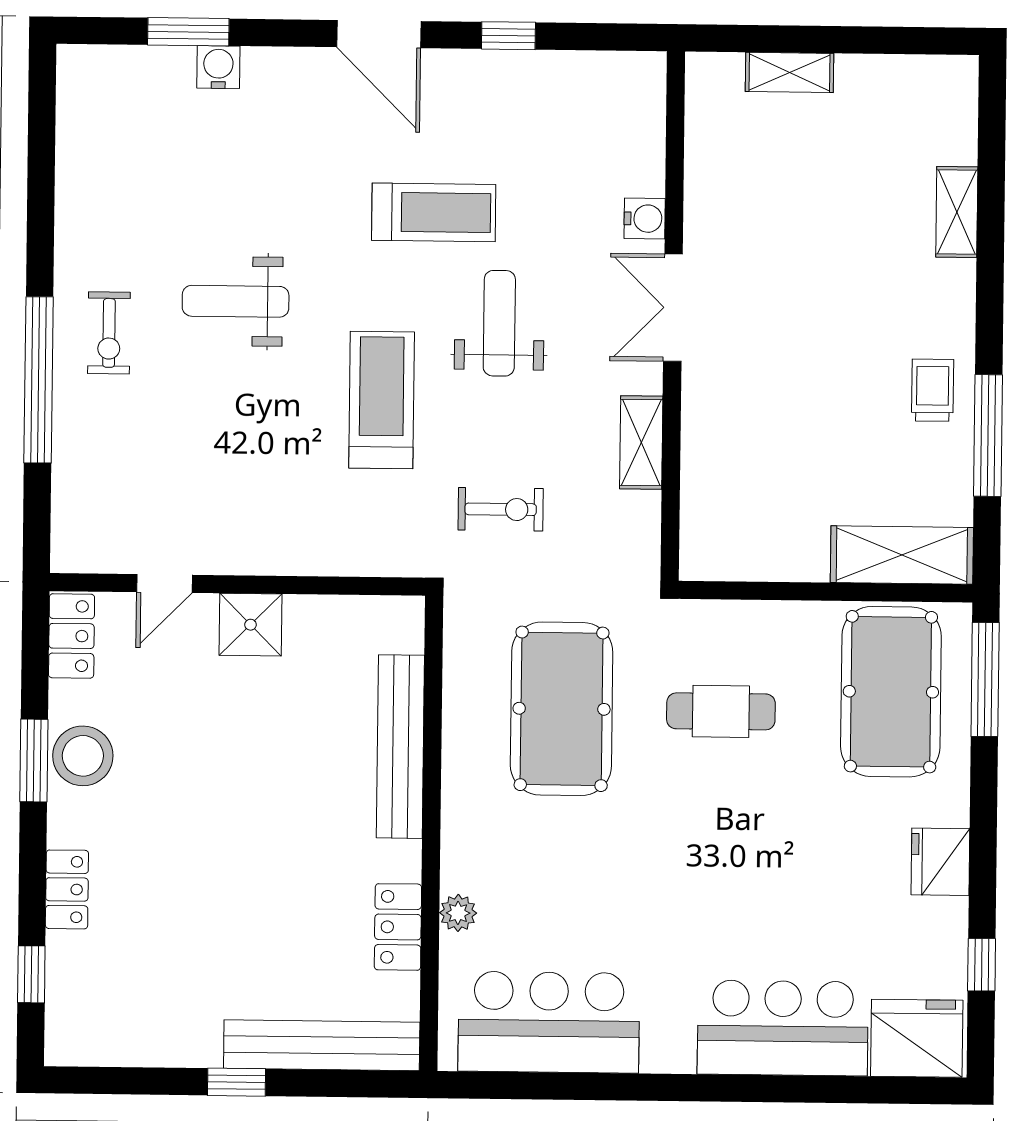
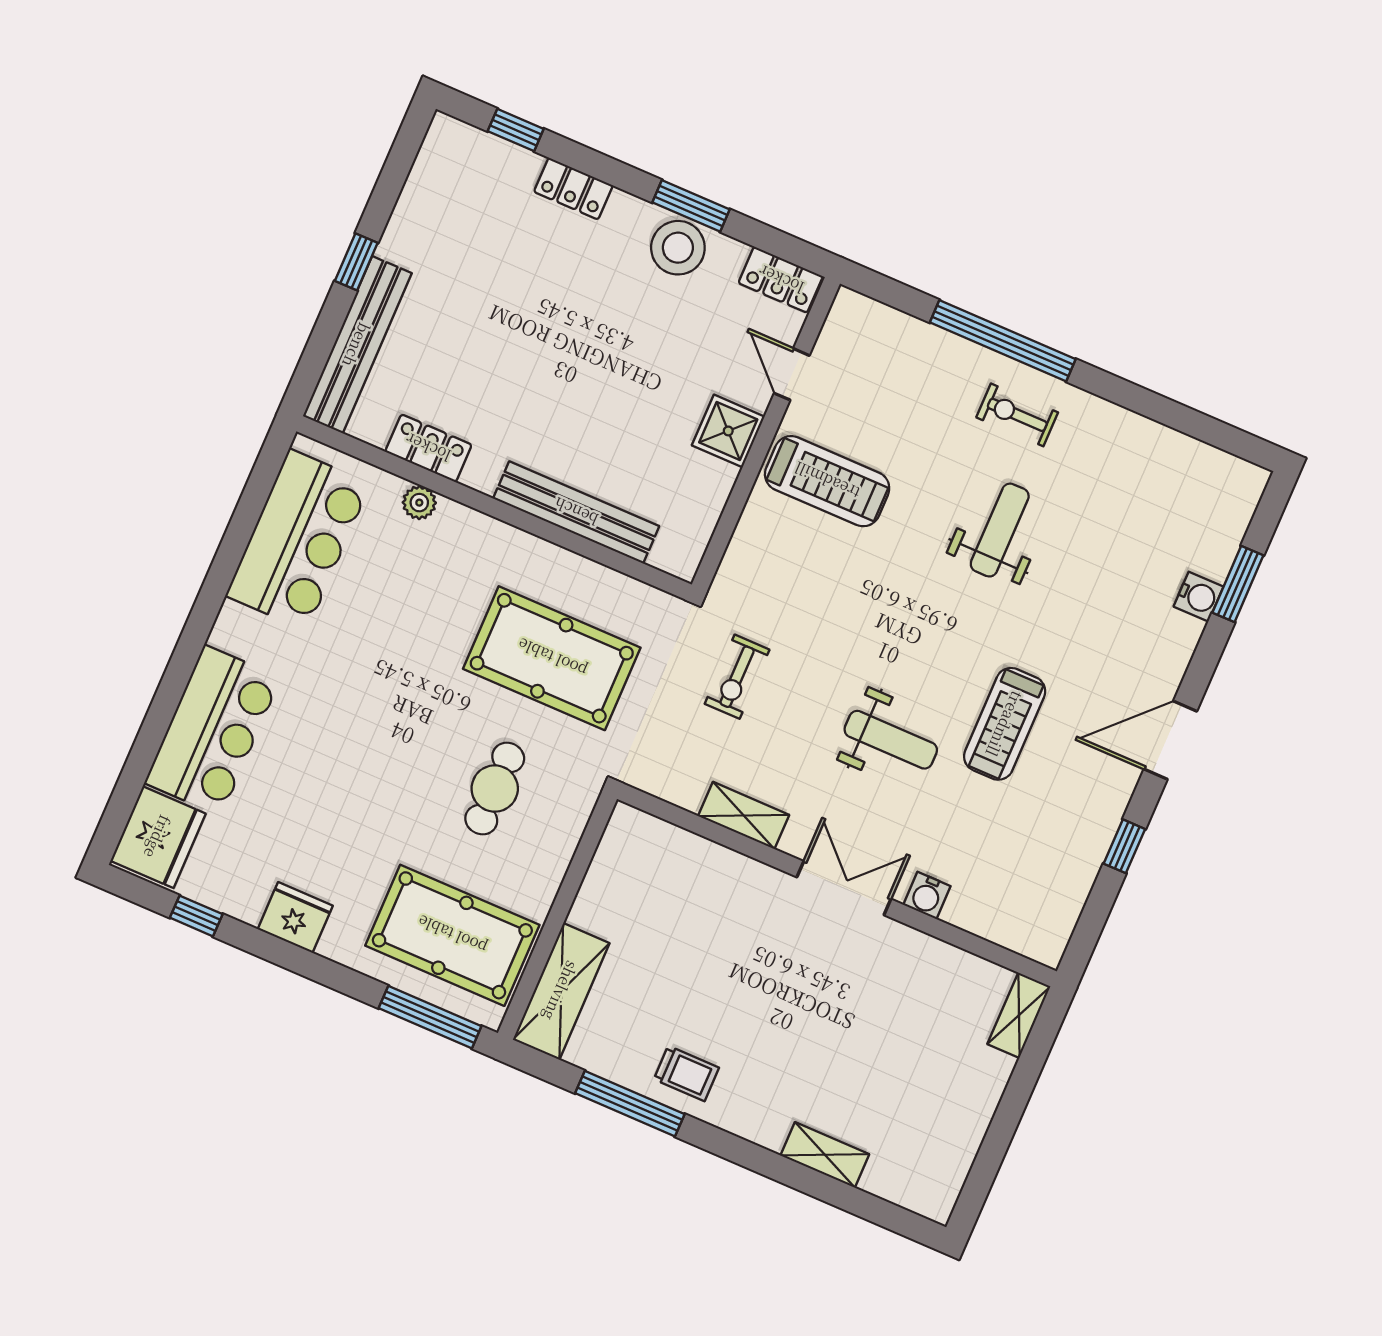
shelving: (789, 72) -> (1019, 1015), moved
treadmill: (382, 400) -> (827, 481), moved

